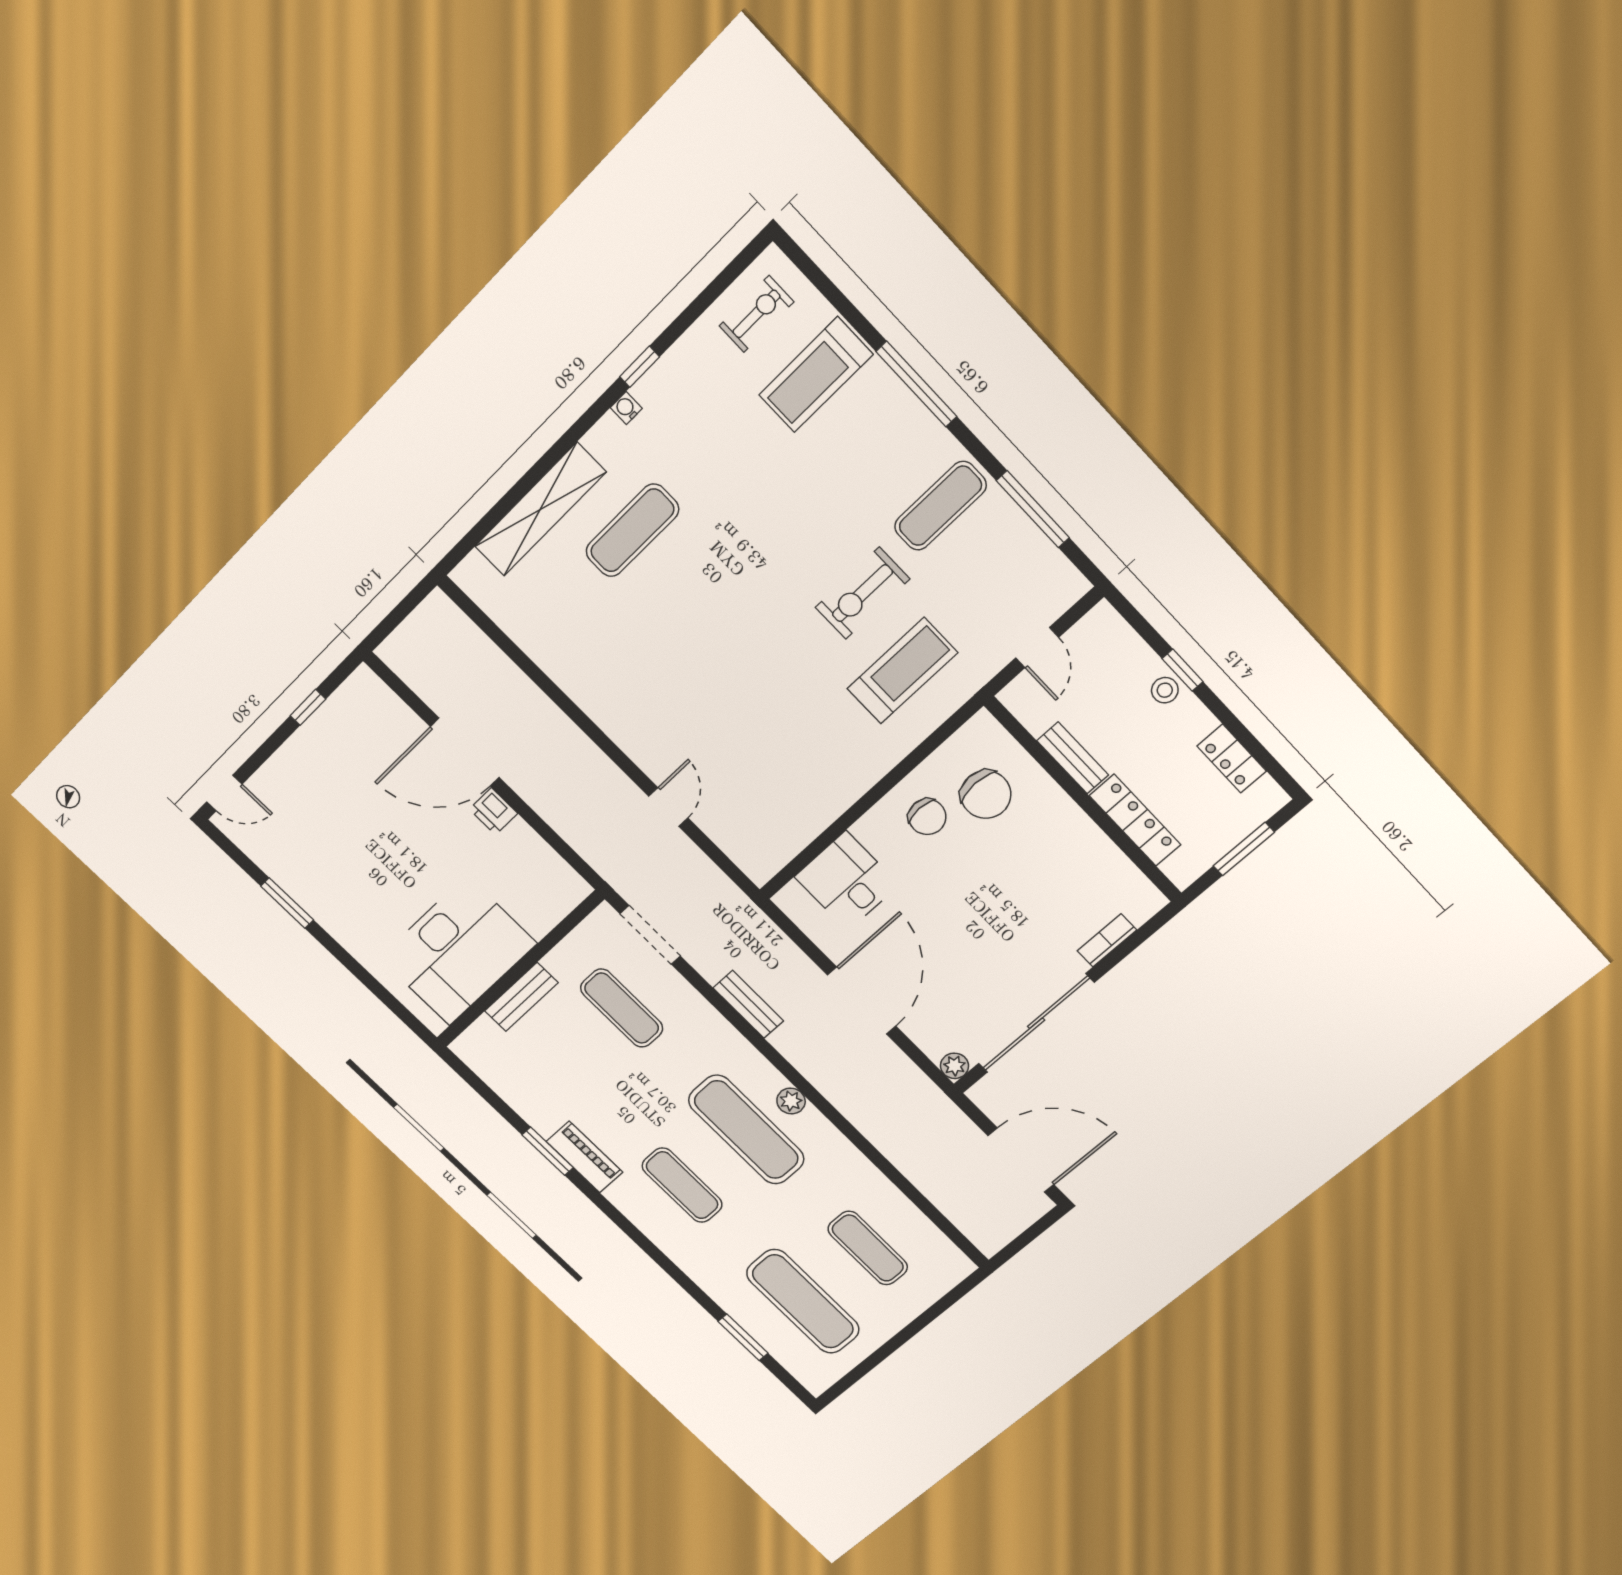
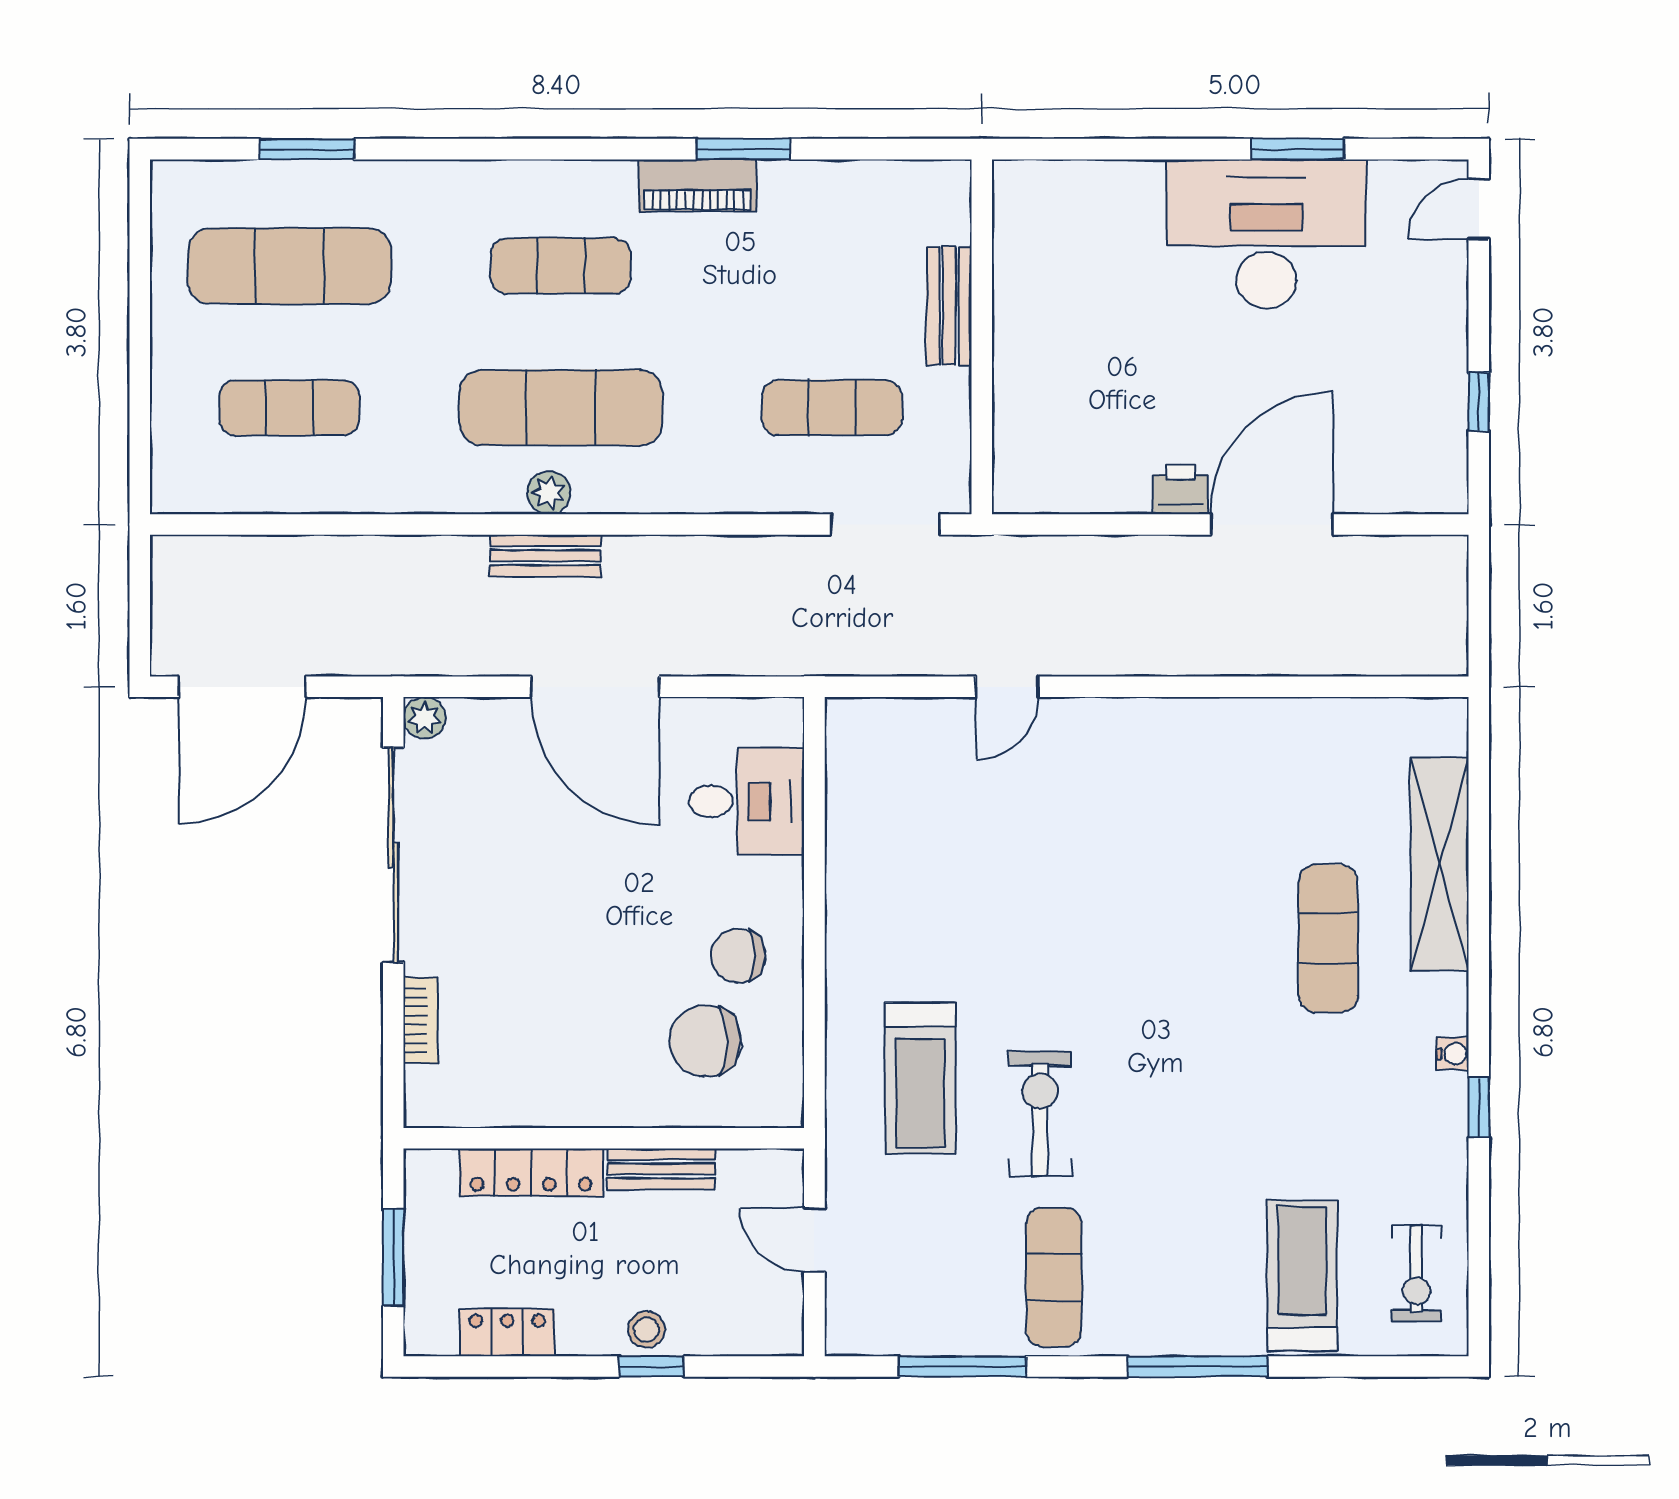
door: (668, 807) -> (1007, 687), hinge flipped
desk: (458, 951) -> (1266, 234), moved, turned 90
bench: (748, 1004) -> (545, 556), moved

